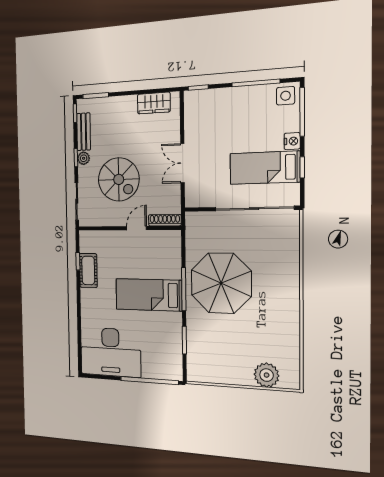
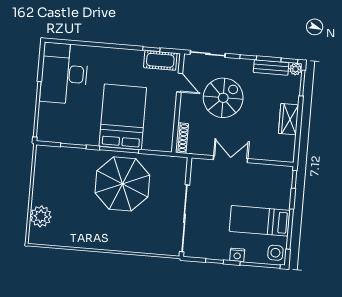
wardrobe: (154, 103) -> (289, 119), moved
plant: (84, 158) -> (296, 69), moved
bed: (265, 168) -> (260, 221), moved, turned -90
spiral stairs: (119, 179) -> (223, 98), turned 180
door: (137, 228) -> (180, 83), moved
cot: (88, 270) -> (160, 60), moved
bed: (149, 295) -> (123, 117), width x1.50

